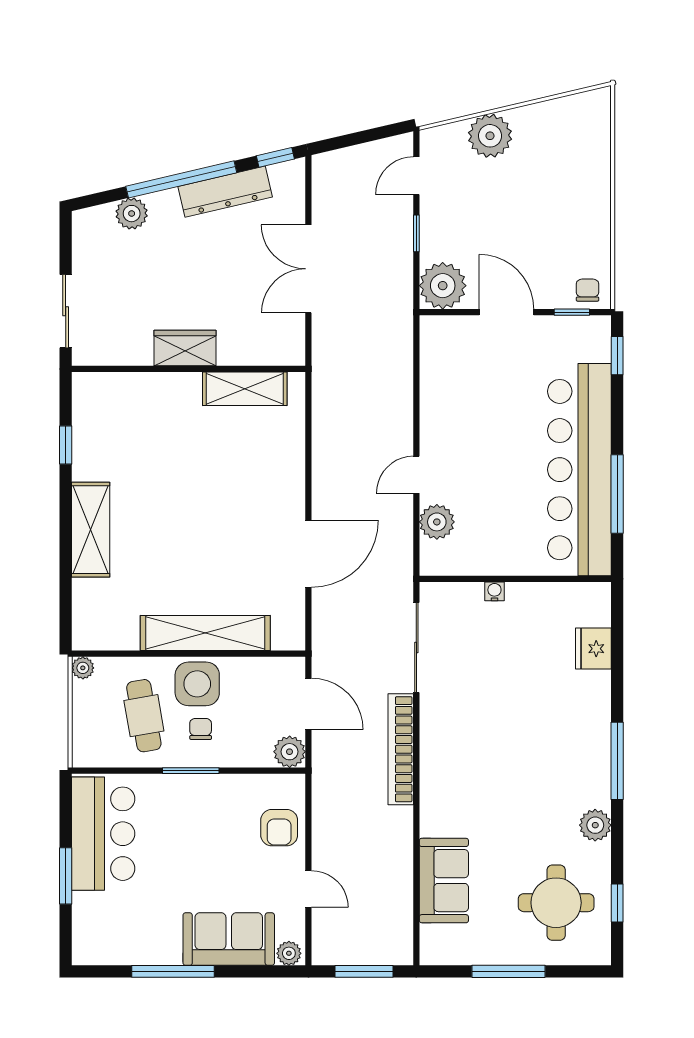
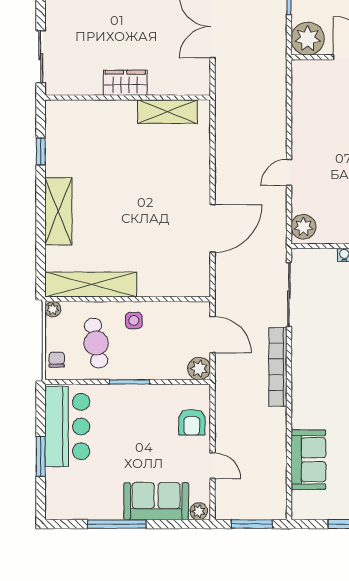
plant: (437, 522) -> (303, 227), moved
shelving: (205, 633) -> (91, 285), moved
side table: (197, 684) -> (134, 320), width x0.54, depth x0.54
chair: (201, 729) -> (57, 360), moved

